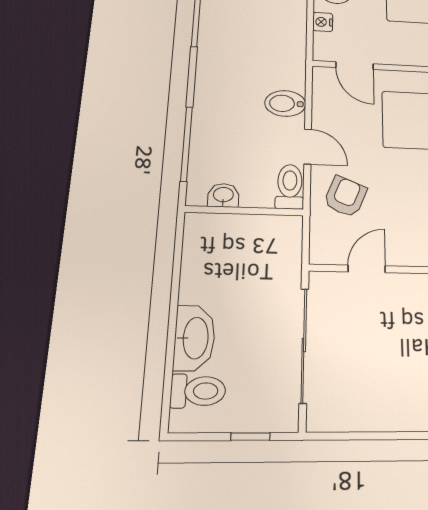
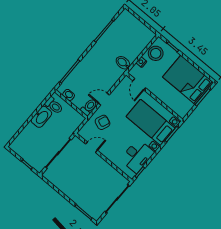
bidet: (285, 103) -> (123, 63), moved
door: (308, 147) -> (104, 99), swing flipped
washbasin: (195, 338) -> (41, 117), moved
toilet: (198, 391) -> (54, 105), moved

